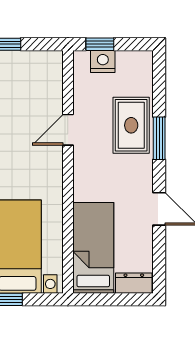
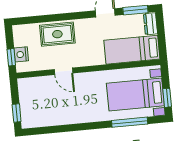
window: (159, 138) -> (135, 10), moved

